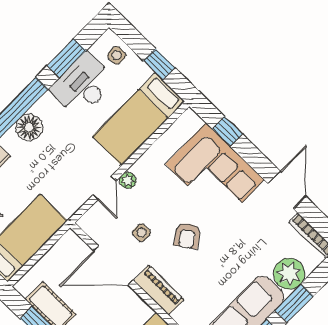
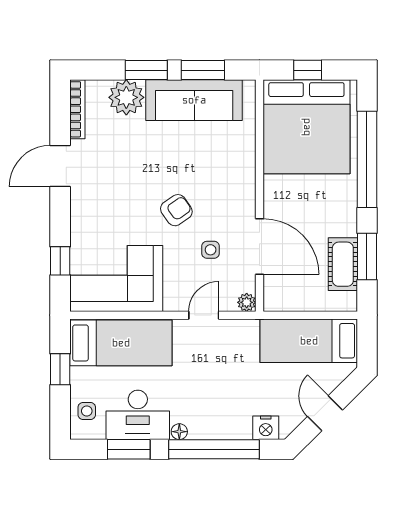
floor lamp: (29, 127) -> (179, 432), moved, width x0.53, depth x0.53
corner sofa: (215, 172) -> (116, 279), moved, turned -90
plant: (128, 180) -> (247, 302), moved
piano: (159, 290) -> (243, 190), removed

